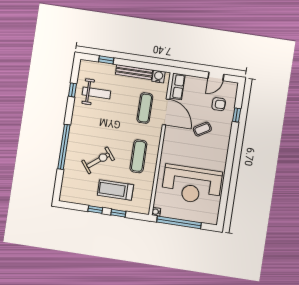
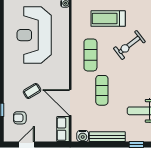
exercise mat: (145, 108) -> (102, 90), moved
reception desk: (192, 185) -> (34, 35), turned -90
treadmill: (115, 190) -> (108, 19), turned 180

